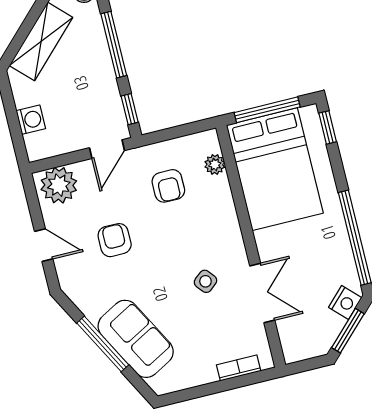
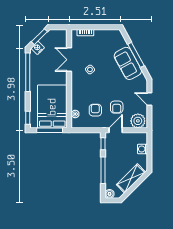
armchair: (115, 240) -> (117, 107), moved
sofa: (136, 339) -> (128, 63), moved

